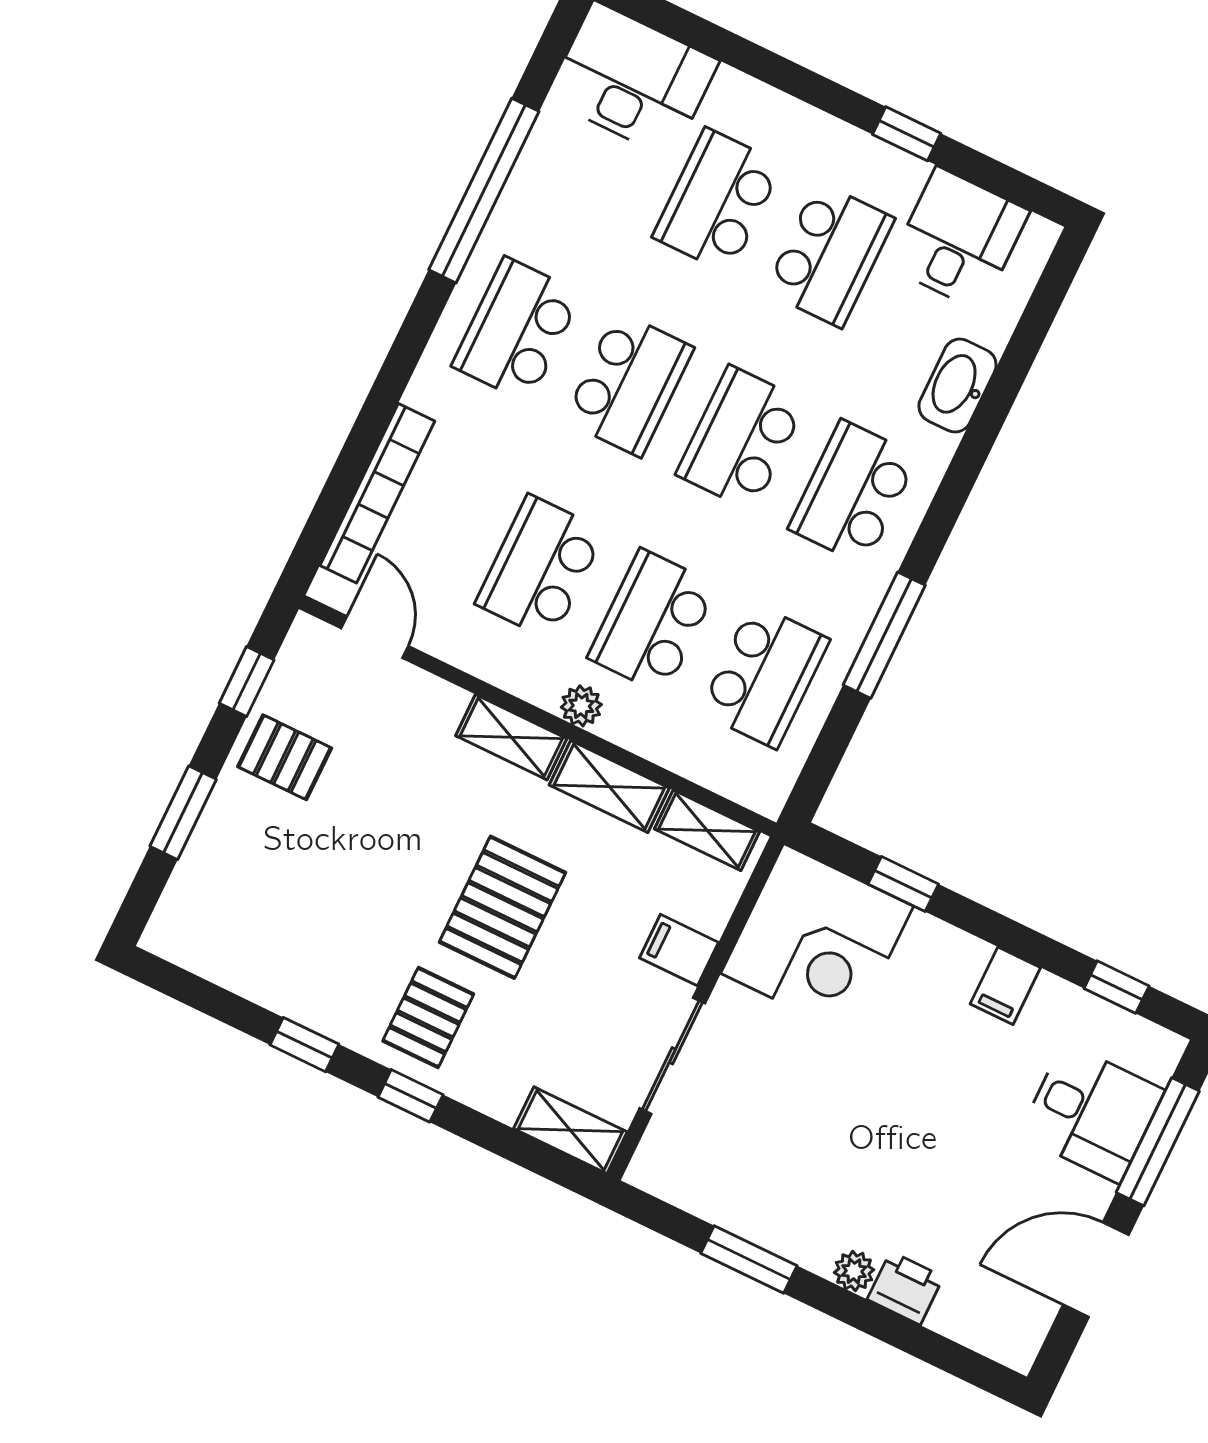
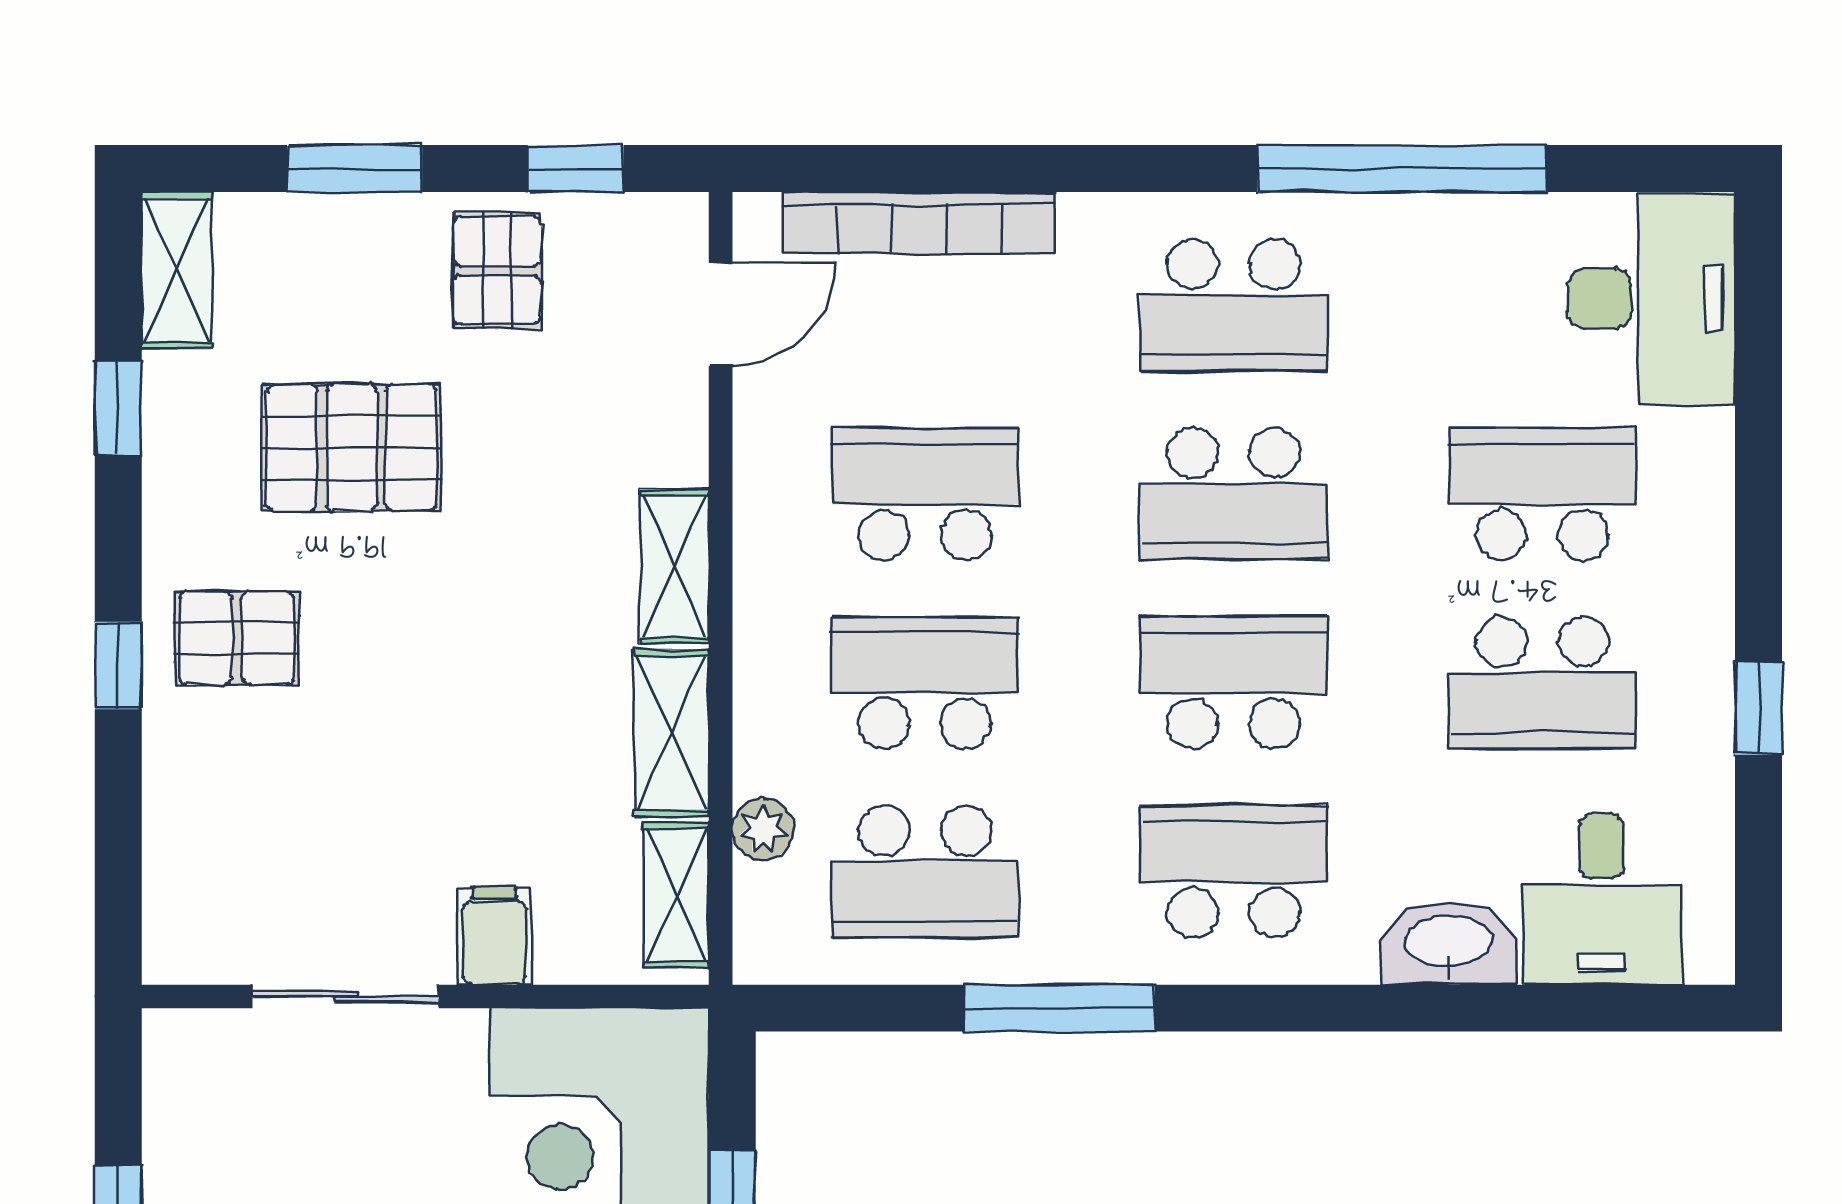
desk: (959, 239) -> (1602, 899), moved, turned 90
school desk: (517, 330) -> (1234, 305), turned 180
plant: (581, 706) -> (763, 829), moved
pallet: (502, 907) -> (351, 448), moved
window: (304, 1045) -> (118, 408), moved
shelving: (570, 1130) -> (177, 270), moved

